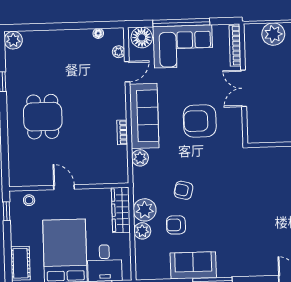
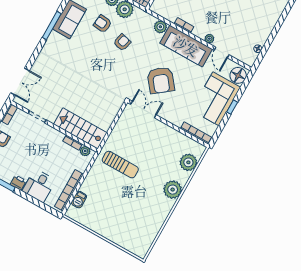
window: (181, 22) -> (232, 107), width x0.32
plant: (119, 52) -> (209, 39), moved
double door: (244, 88) -> (143, 110), moved
armchair: (200, 121) -> (161, 80), turned 142
armchair: (176, 225) -> (103, 24), turned -84

